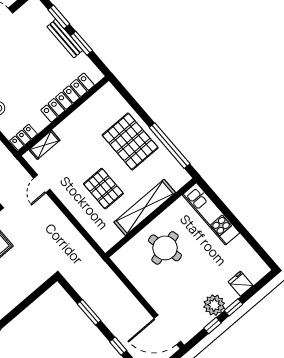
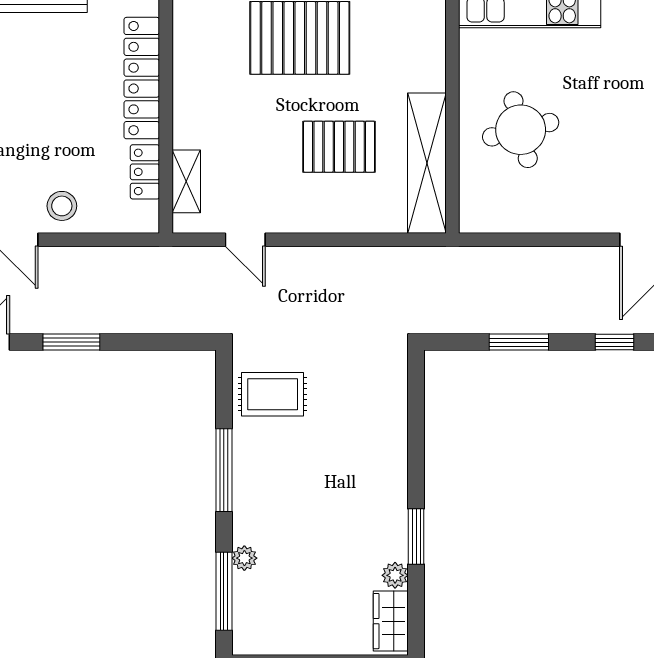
locker: (24, 137) -> (145, 172), moved
shelving: (145, 207) -> (427, 163), moved

